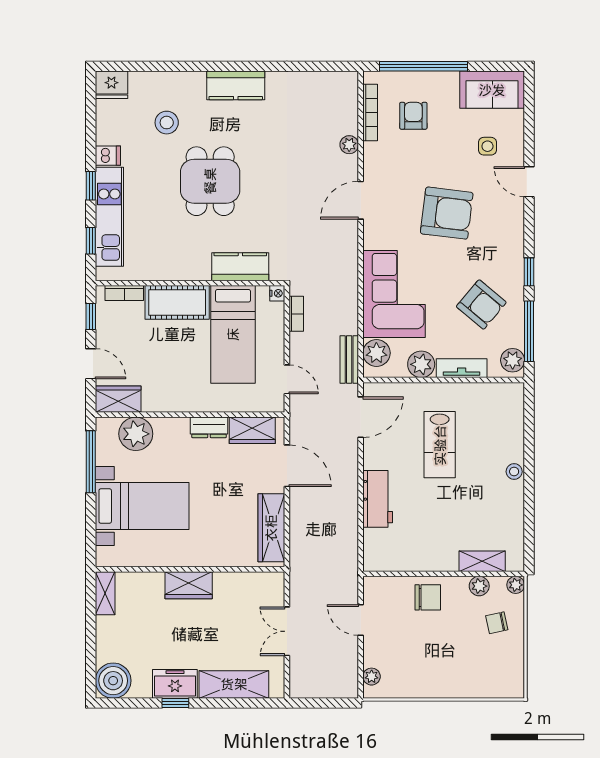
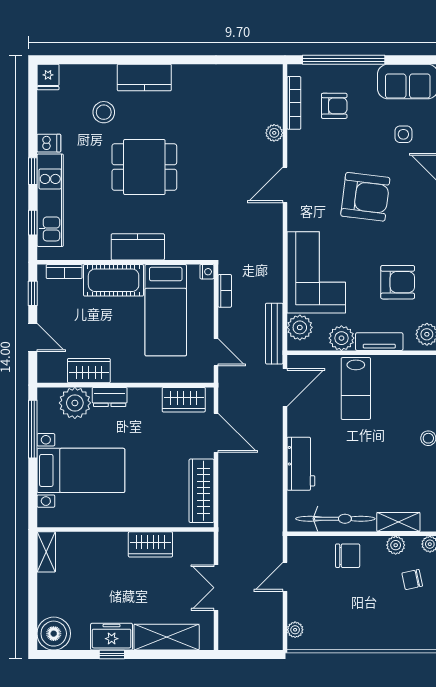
fridge: (111, 85) -> (48, 77), width x0.72
kitchen counter: (236, 85) -> (144, 77), moved
armchair: (413, 116) -> (334, 106), turned 90
dining table: (210, 181) -> (144, 167), turned 90
kitchen counter: (240, 267) -> (138, 247), moved
armchair: (481, 304) -> (398, 282), turned -40
bench: (349, 359) -> (274, 334), width x1.36
wardrobe: (118, 399) -> (89, 371), moved
dresser: (209, 427) -> (110, 397), moved
lab bench: (440, 445) -> (356, 389), moved
bicycle: (415, 558) -> (335, 519), added
wardrobe: (189, 585) -> (150, 544), moved
door: (361, 620) -> (285, 577), hinge flipped

